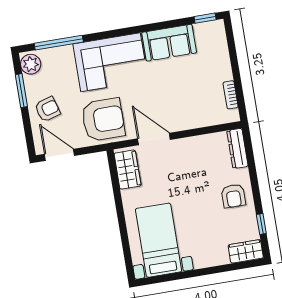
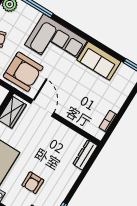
armchair: (233, 196) -> (33, 183), moved

